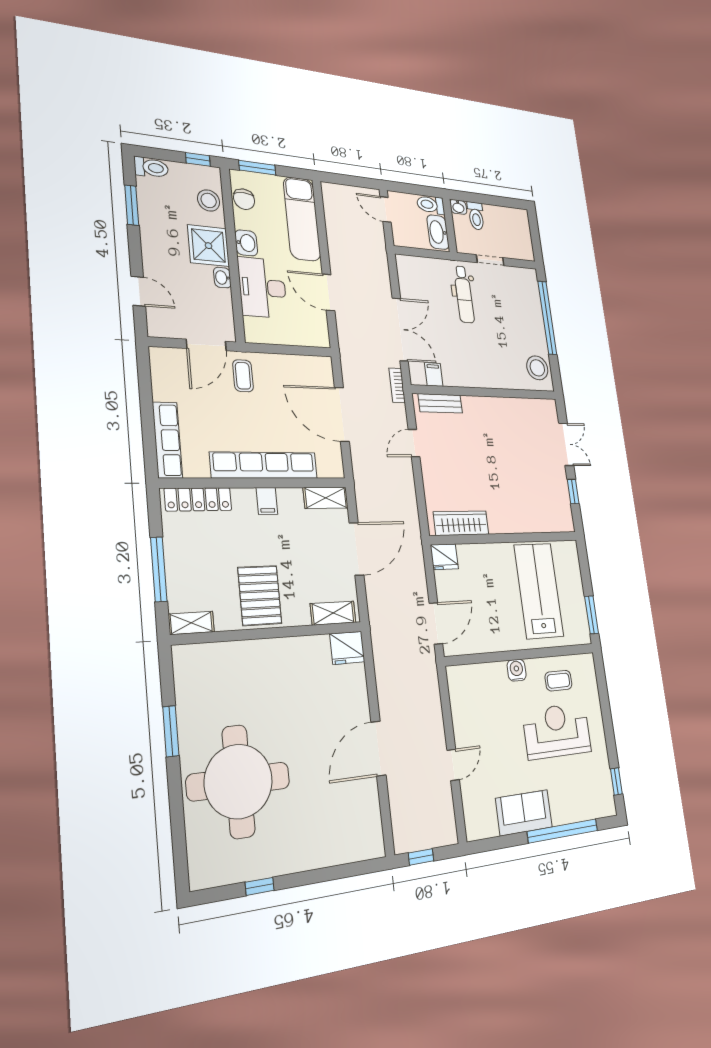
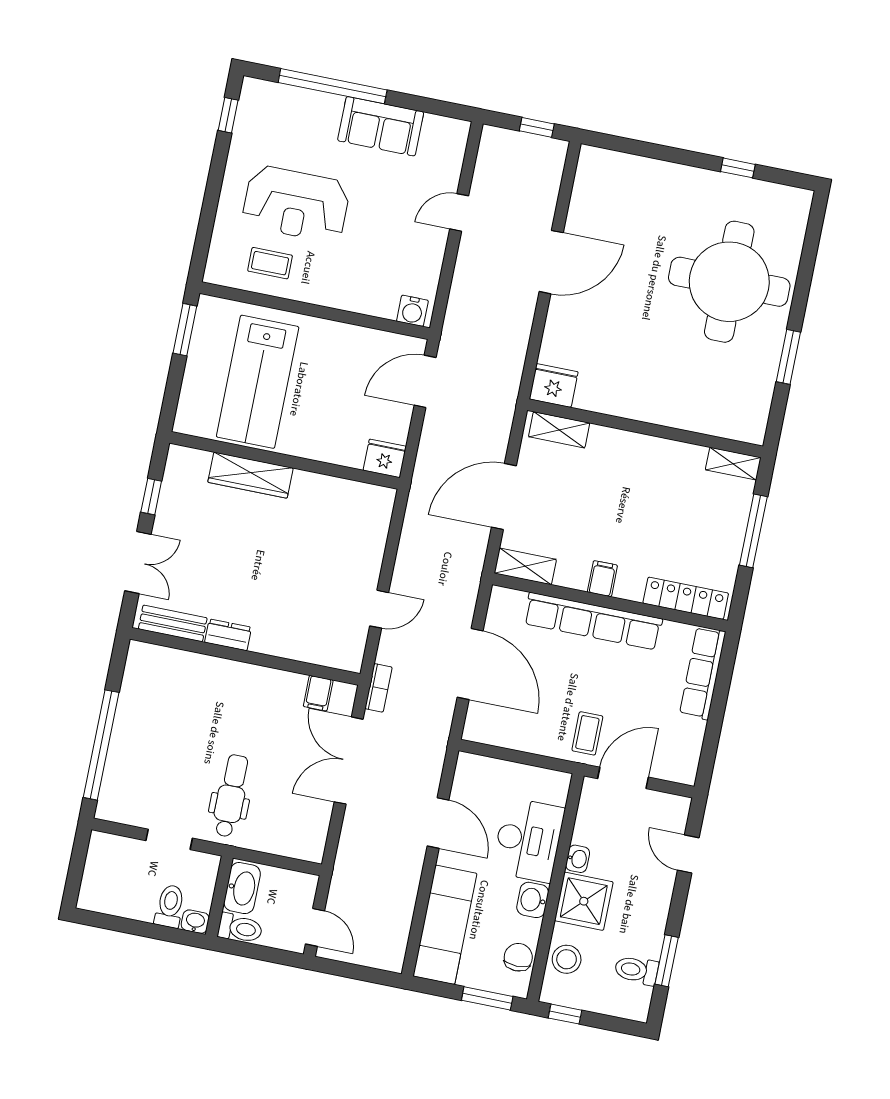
toilet: (151, 168) -> (636, 970), moved
stool: (537, 368) -> (146, 676), removed
bench: (440, 403) -> (173, 623), moved
dresser: (500, 405) -> (228, 635), added
double door: (566, 444) -> (138, 562), swing flipped
wardrobe: (461, 523) -> (250, 475), moved
pallet: (260, 595) -> (644, 473), removed
water cooler: (517, 670) -> (412, 311), moved

